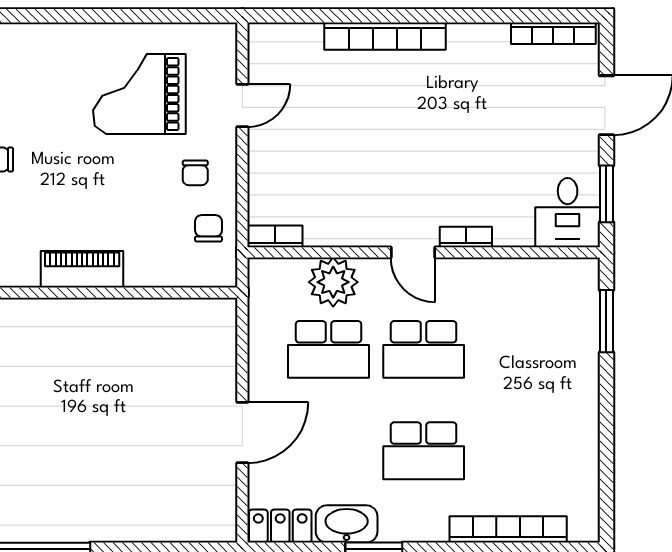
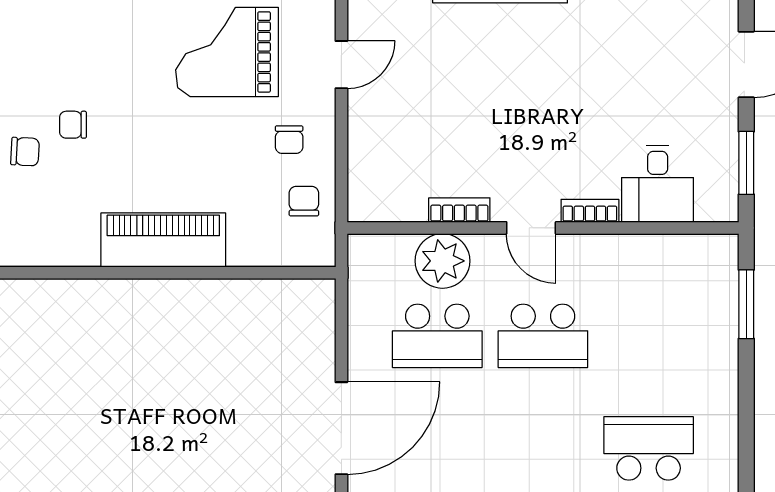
desk: (568, 213) -> (658, 184), moved
bookcase: (275, 236) -> (459, 210), moved
piano: (82, 269) -> (163, 240), width x1.37, depth x1.33
door: (242, 433) -> (341, 428), width x1.36
school desk: (424, 451) -> (649, 448), moved, turned 180

